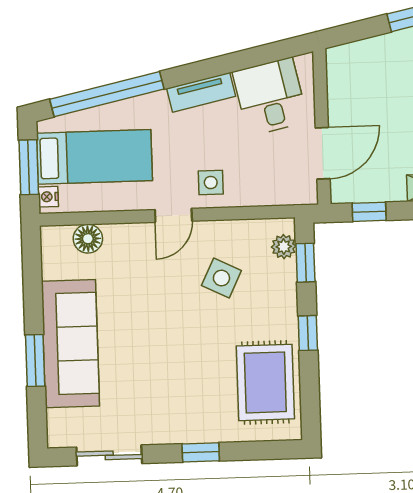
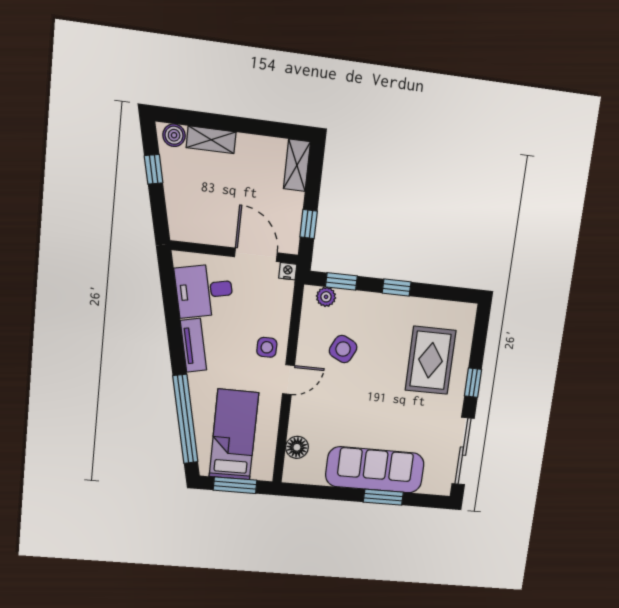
nightstand: (48, 197) -> (288, 271), moved, turned 180
door: (173, 215) -> (289, 380), hinge flipped
rug: (265, 382) -> (431, 360), moved, turned 90
sliding door: (109, 455) -> (463, 451), width x1.37

